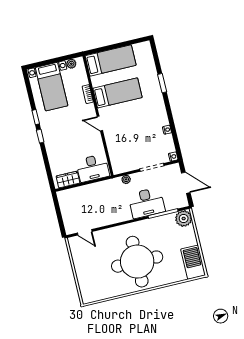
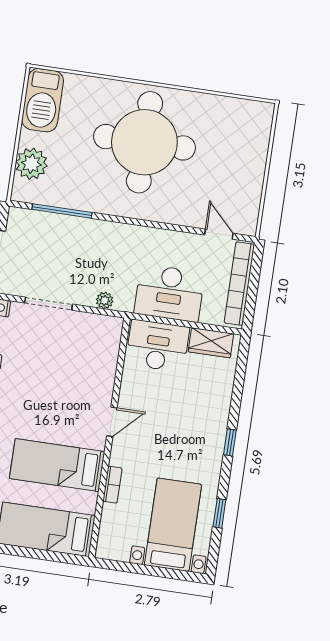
plant: (71, 64) -> (120, 552), removed
window: (36, 117) -> (219, 513), moved
door: (100, 124) -> (112, 422), hinge flipped
desk: (147, 203) -> (169, 293), moved, turned 180
bookcase: (66, 213) -> (239, 284), added
plant: (184, 219) -> (31, 164), moved

